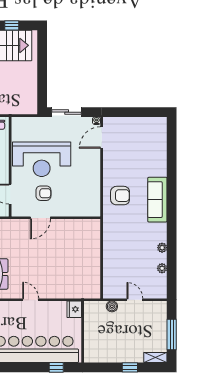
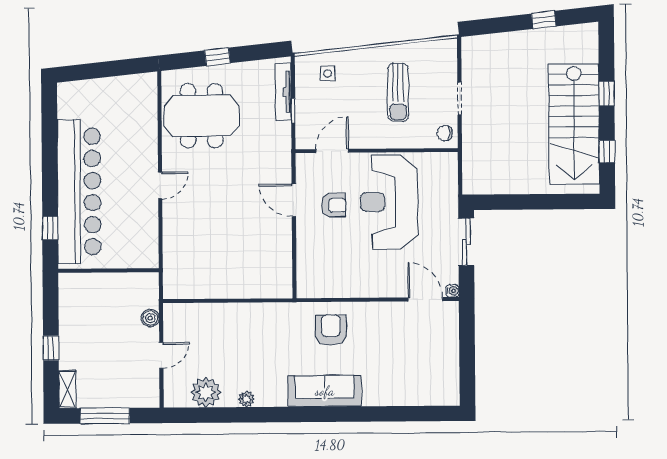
armchair: (43, 193) -> (334, 205), turned -90
armchair: (120, 196) -> (331, 330), turned 180
plant: (162, 268) -> (206, 392), width x1.88, depth x1.88
fridge: (74, 309) -> (145, 257), removed

